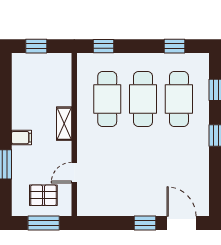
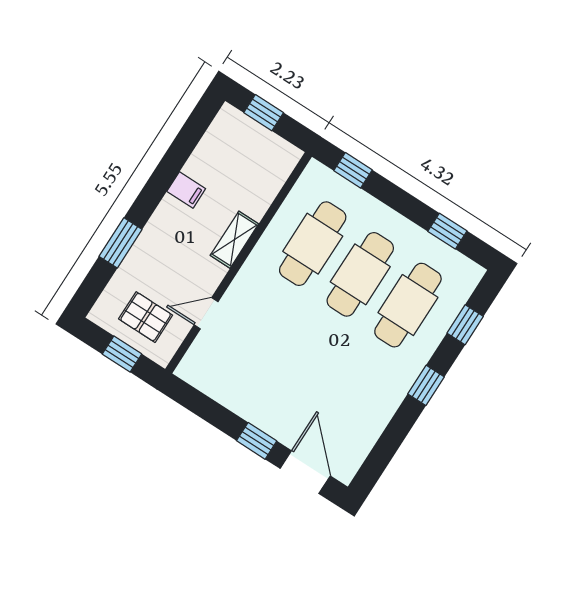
filing cabinet: (21, 138) -> (186, 190), moved
window: (44, 223) -> (122, 354), width x0.67

